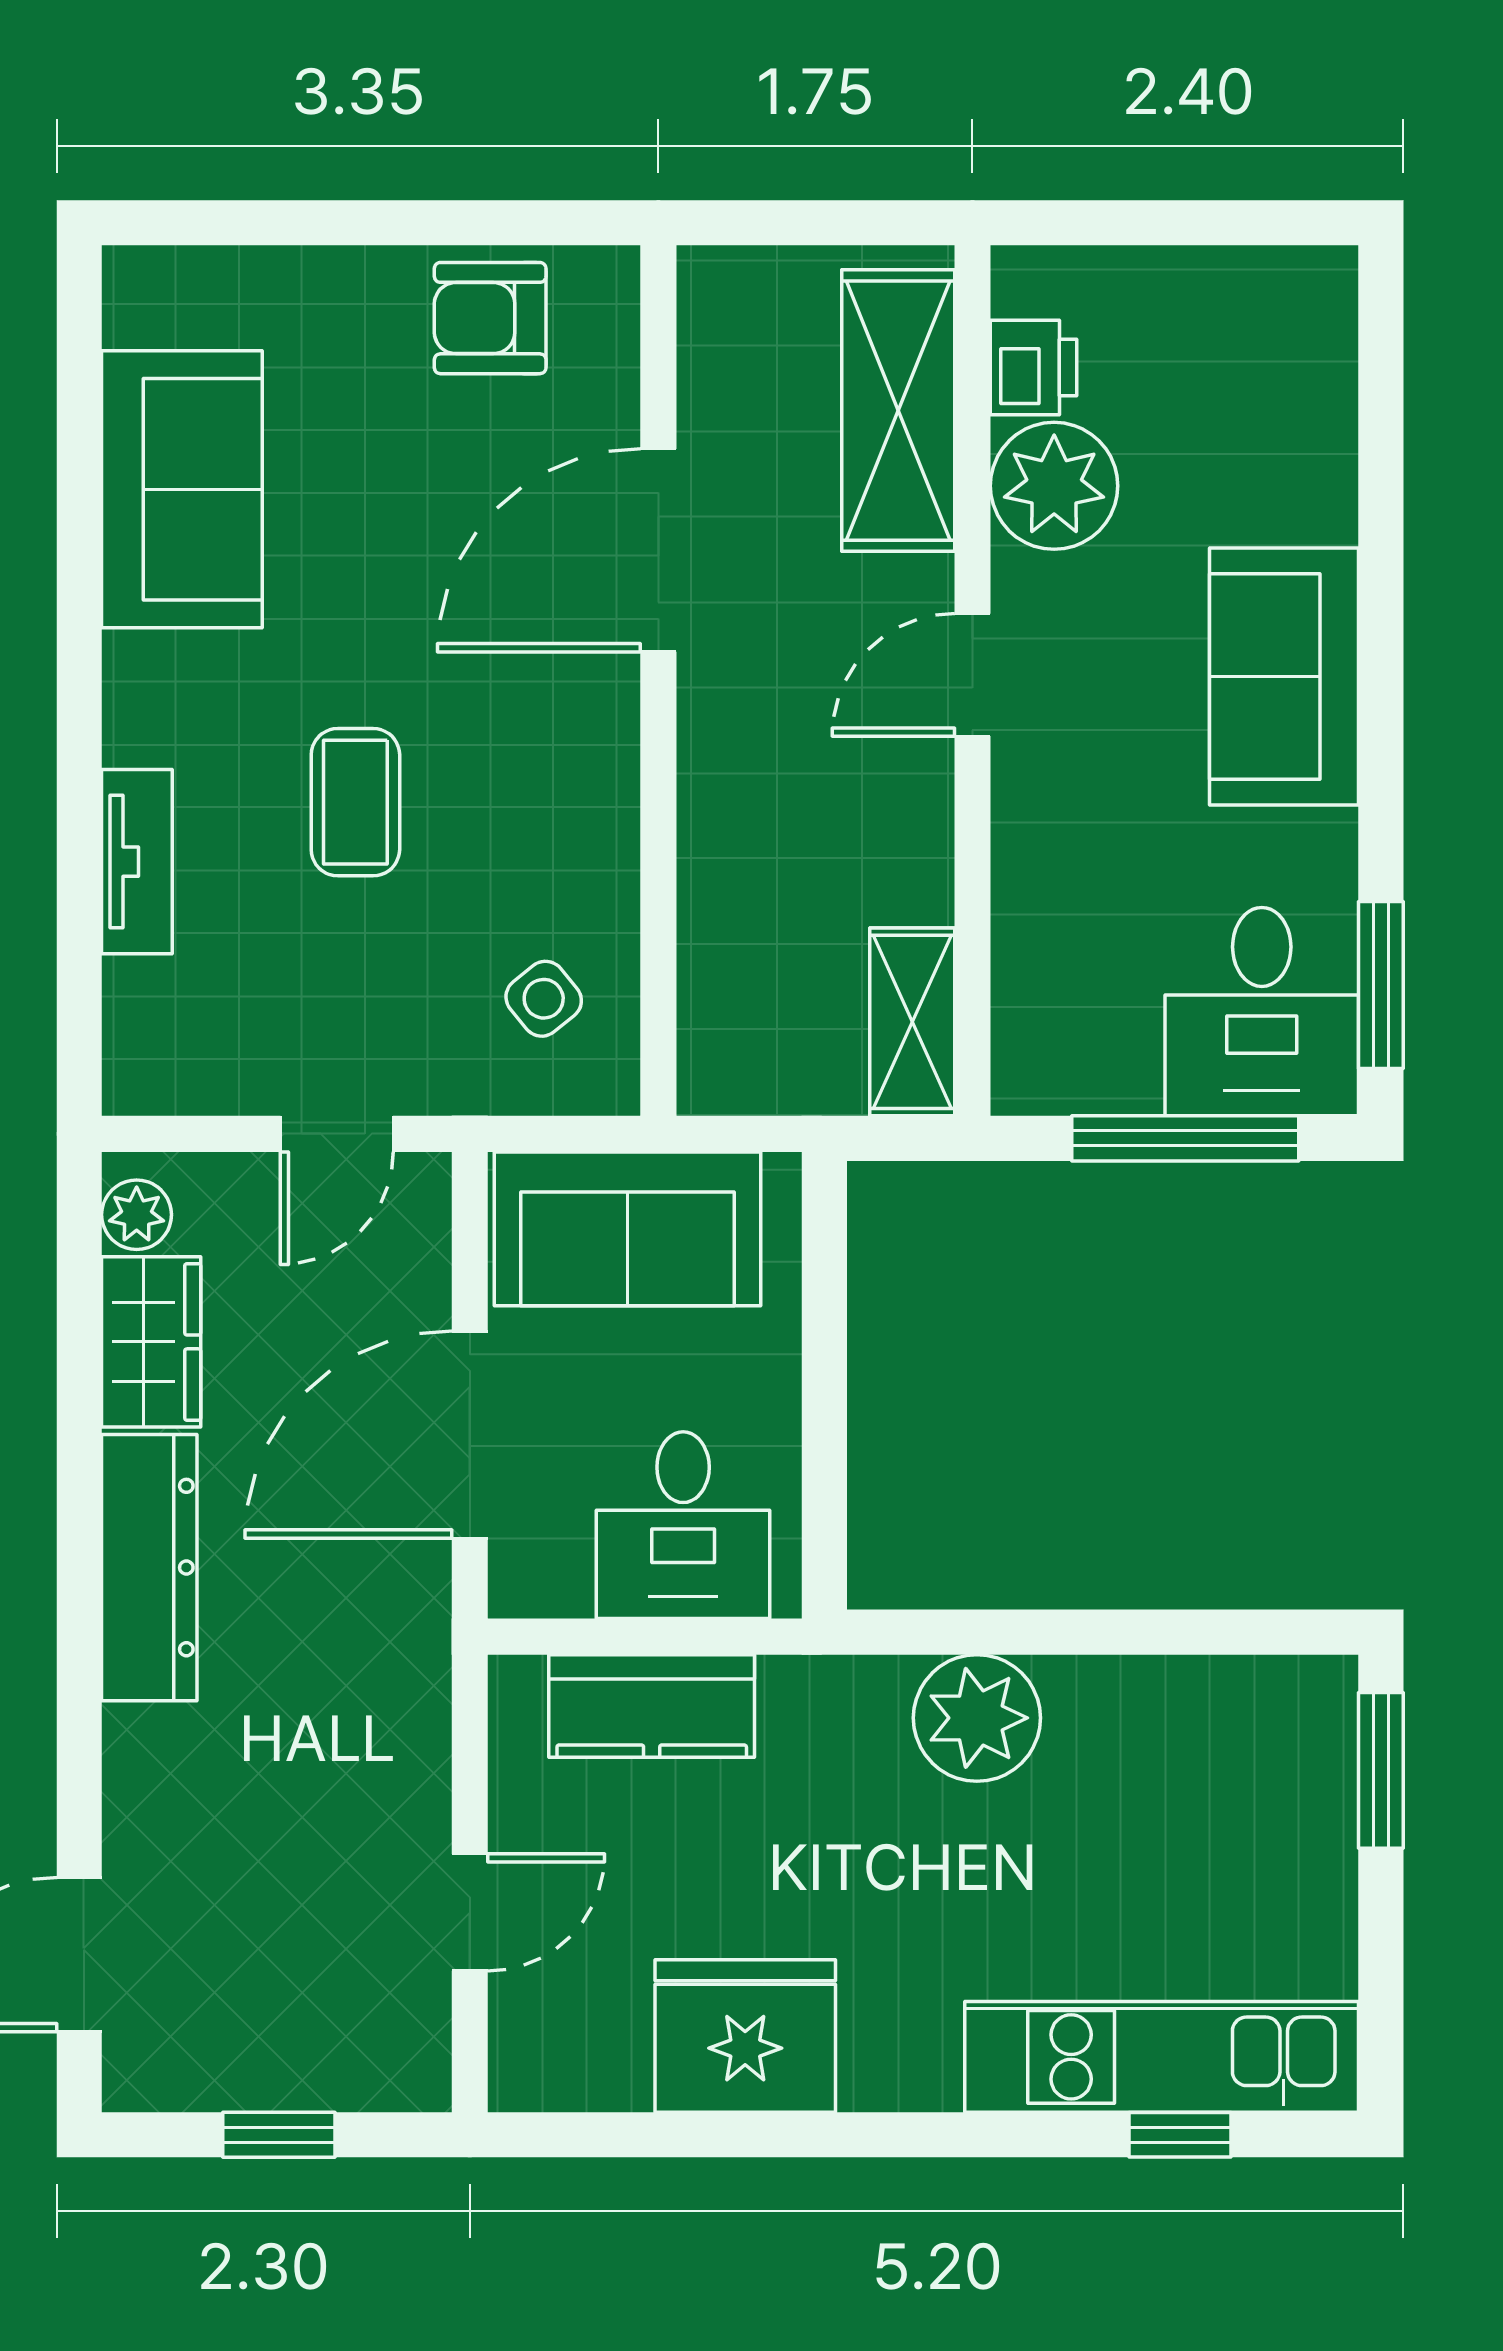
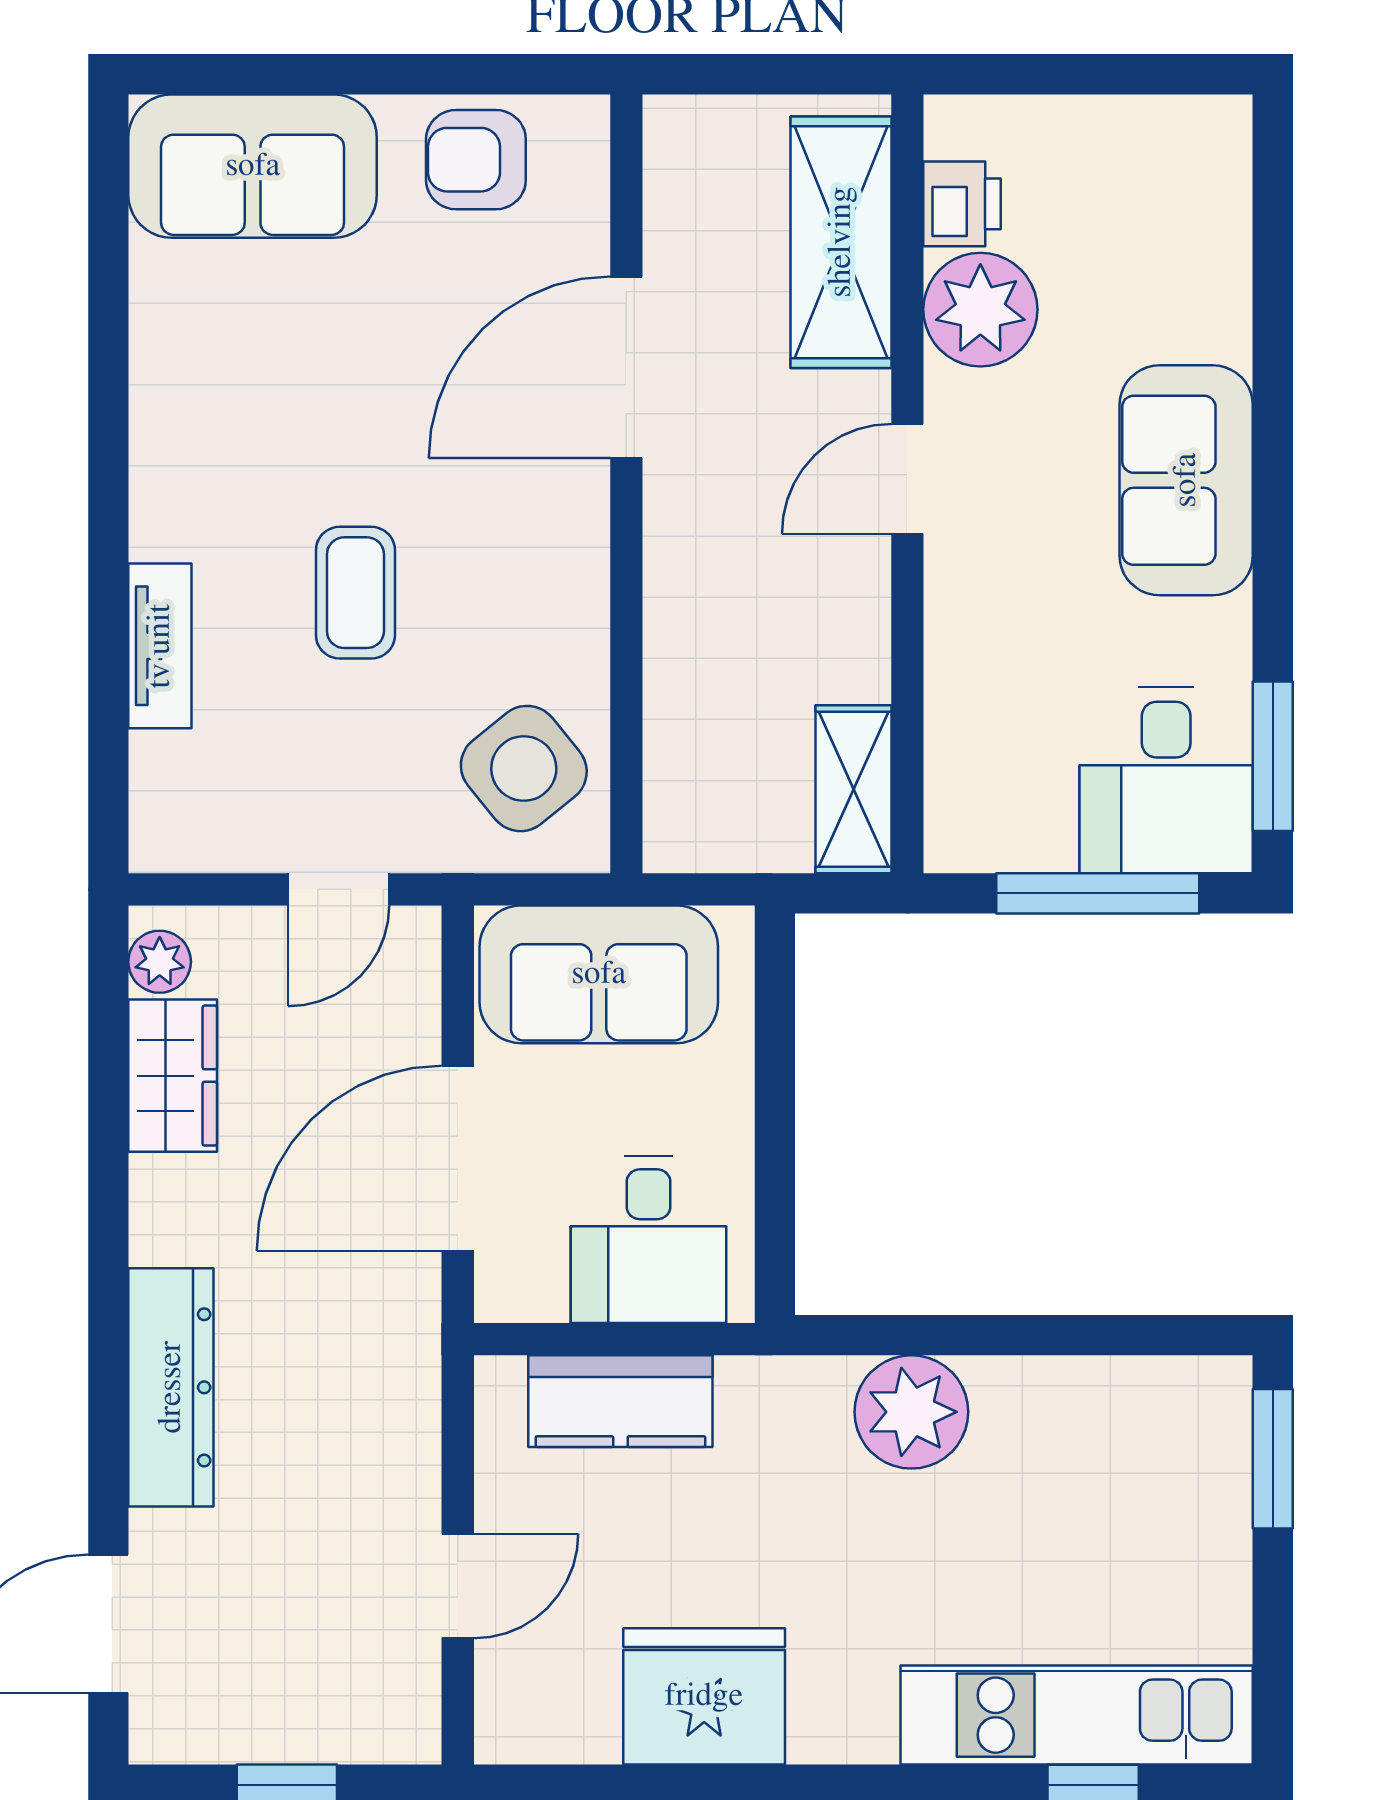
sofa: (182, 489) -> (253, 166), moved, turned 90
side table: (544, 999) -> (524, 769), width x1.87, depth x1.87
dresser: (149, 1568) -> (171, 1387), moved

